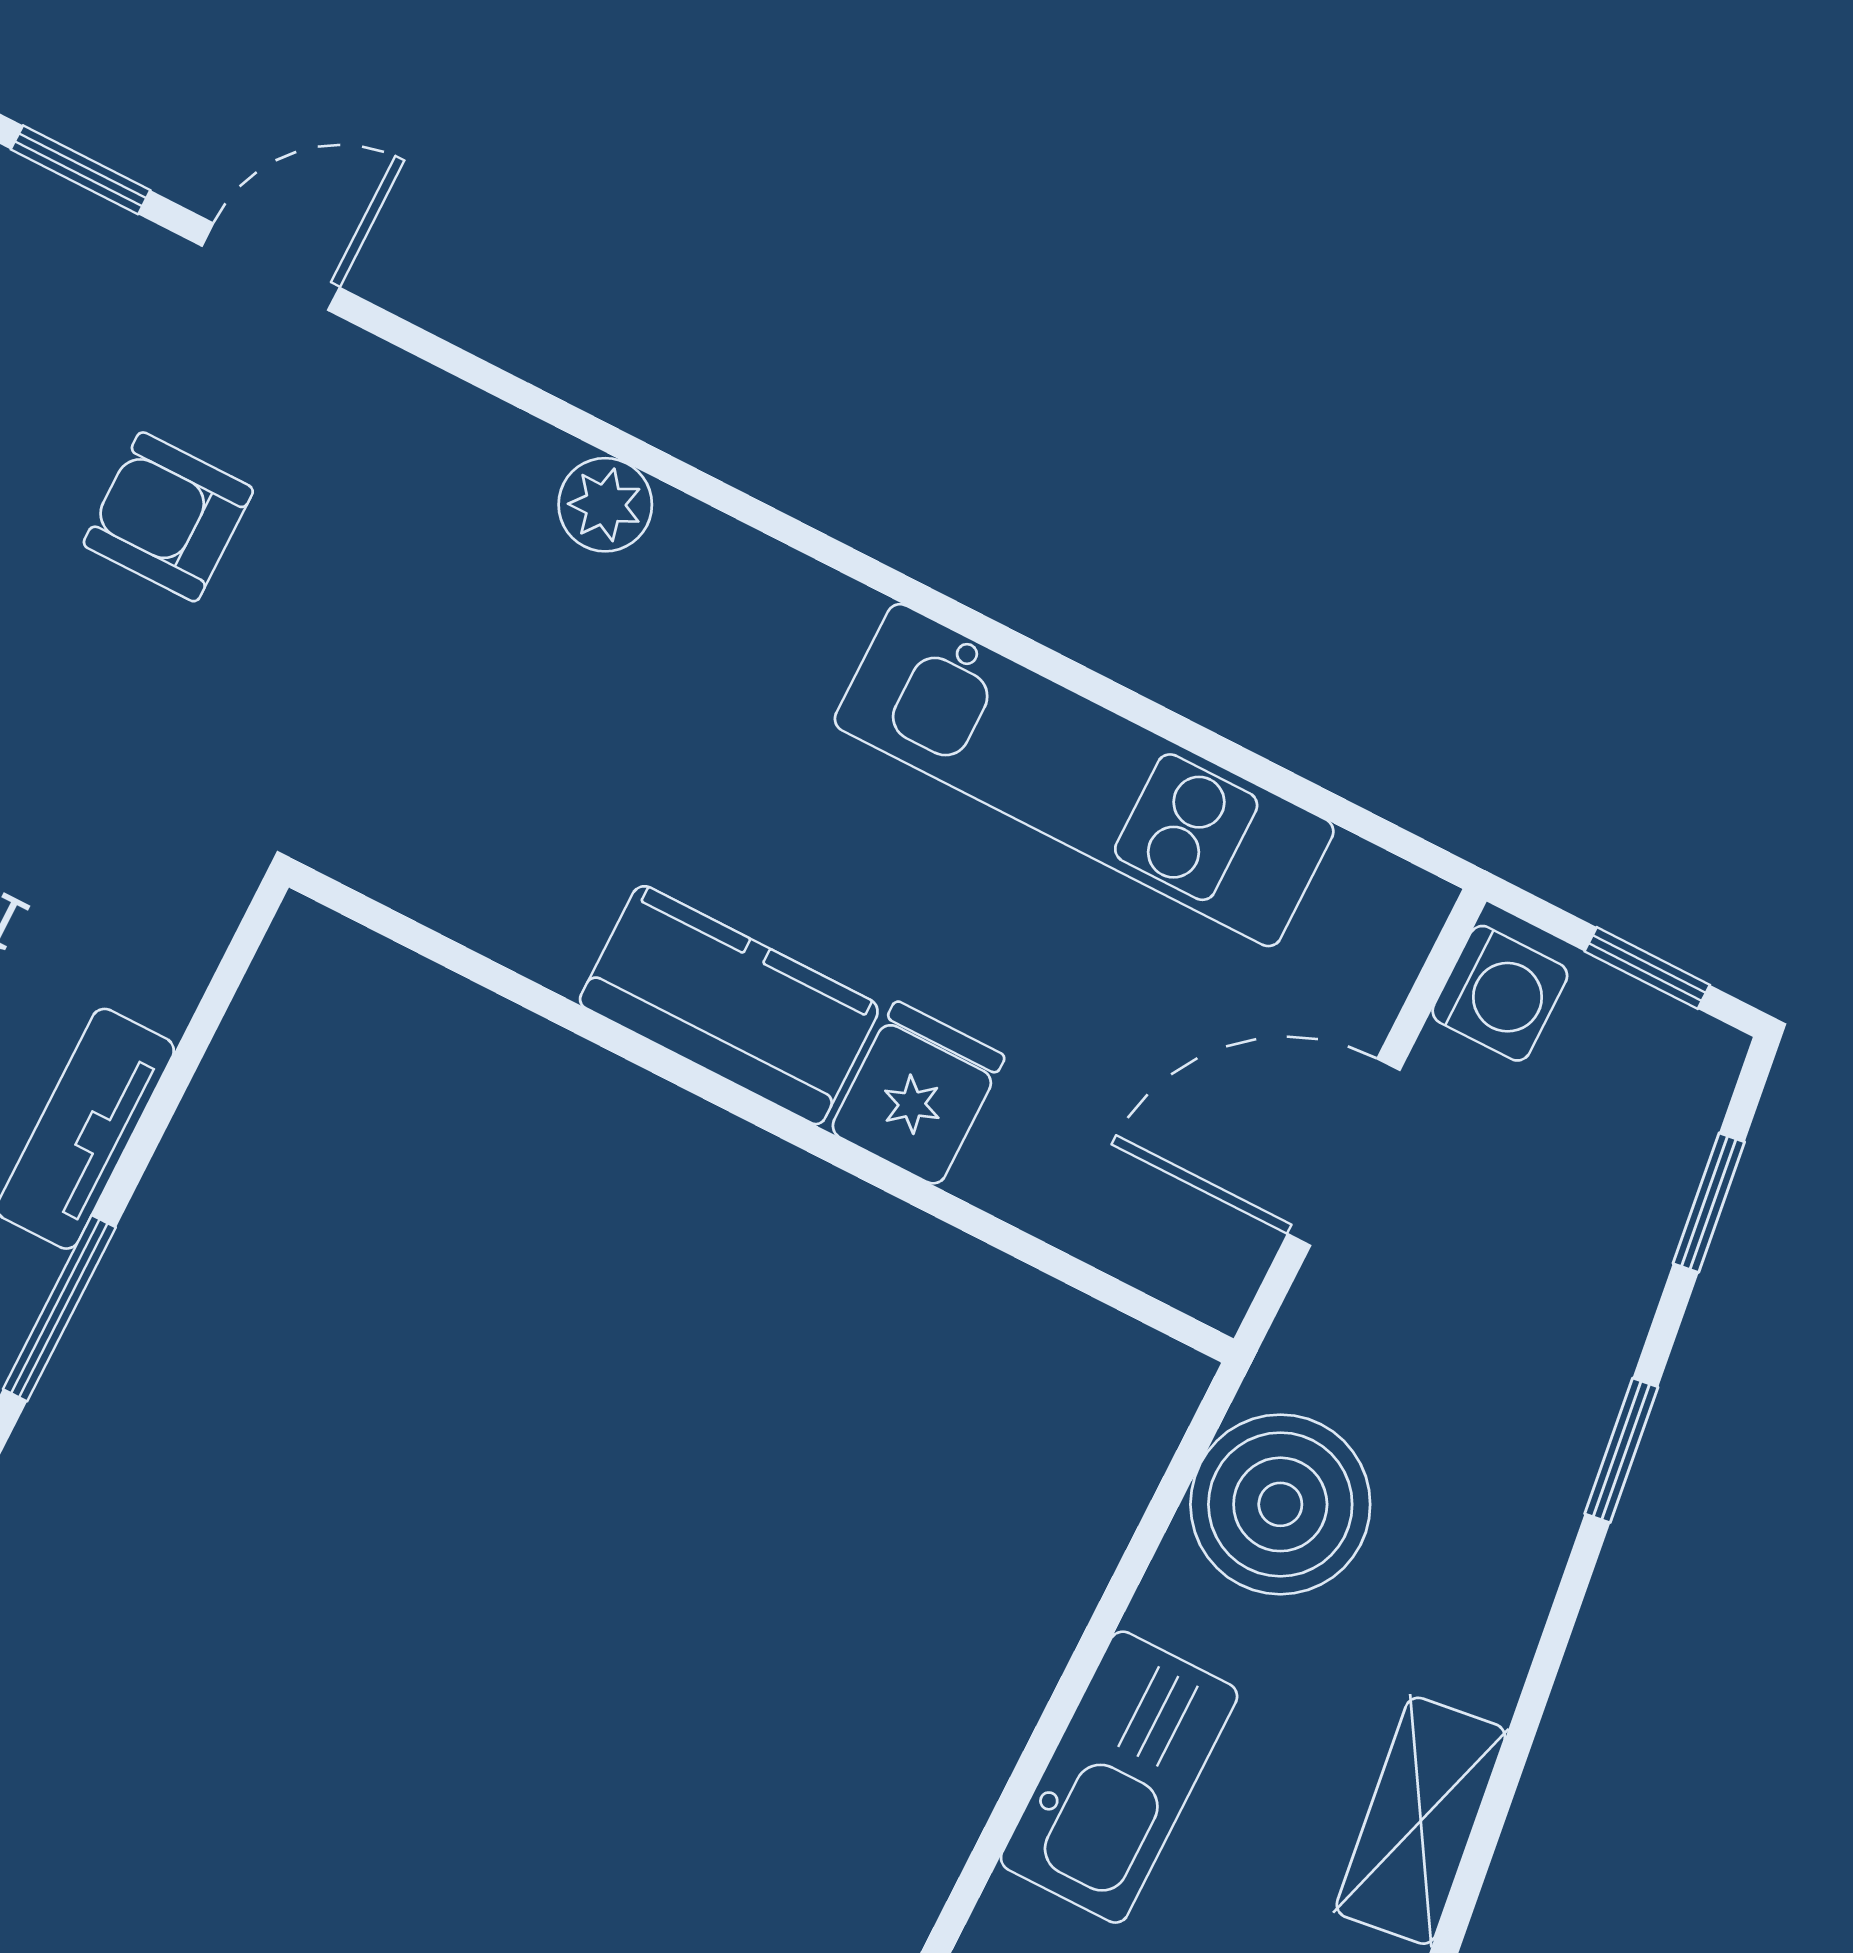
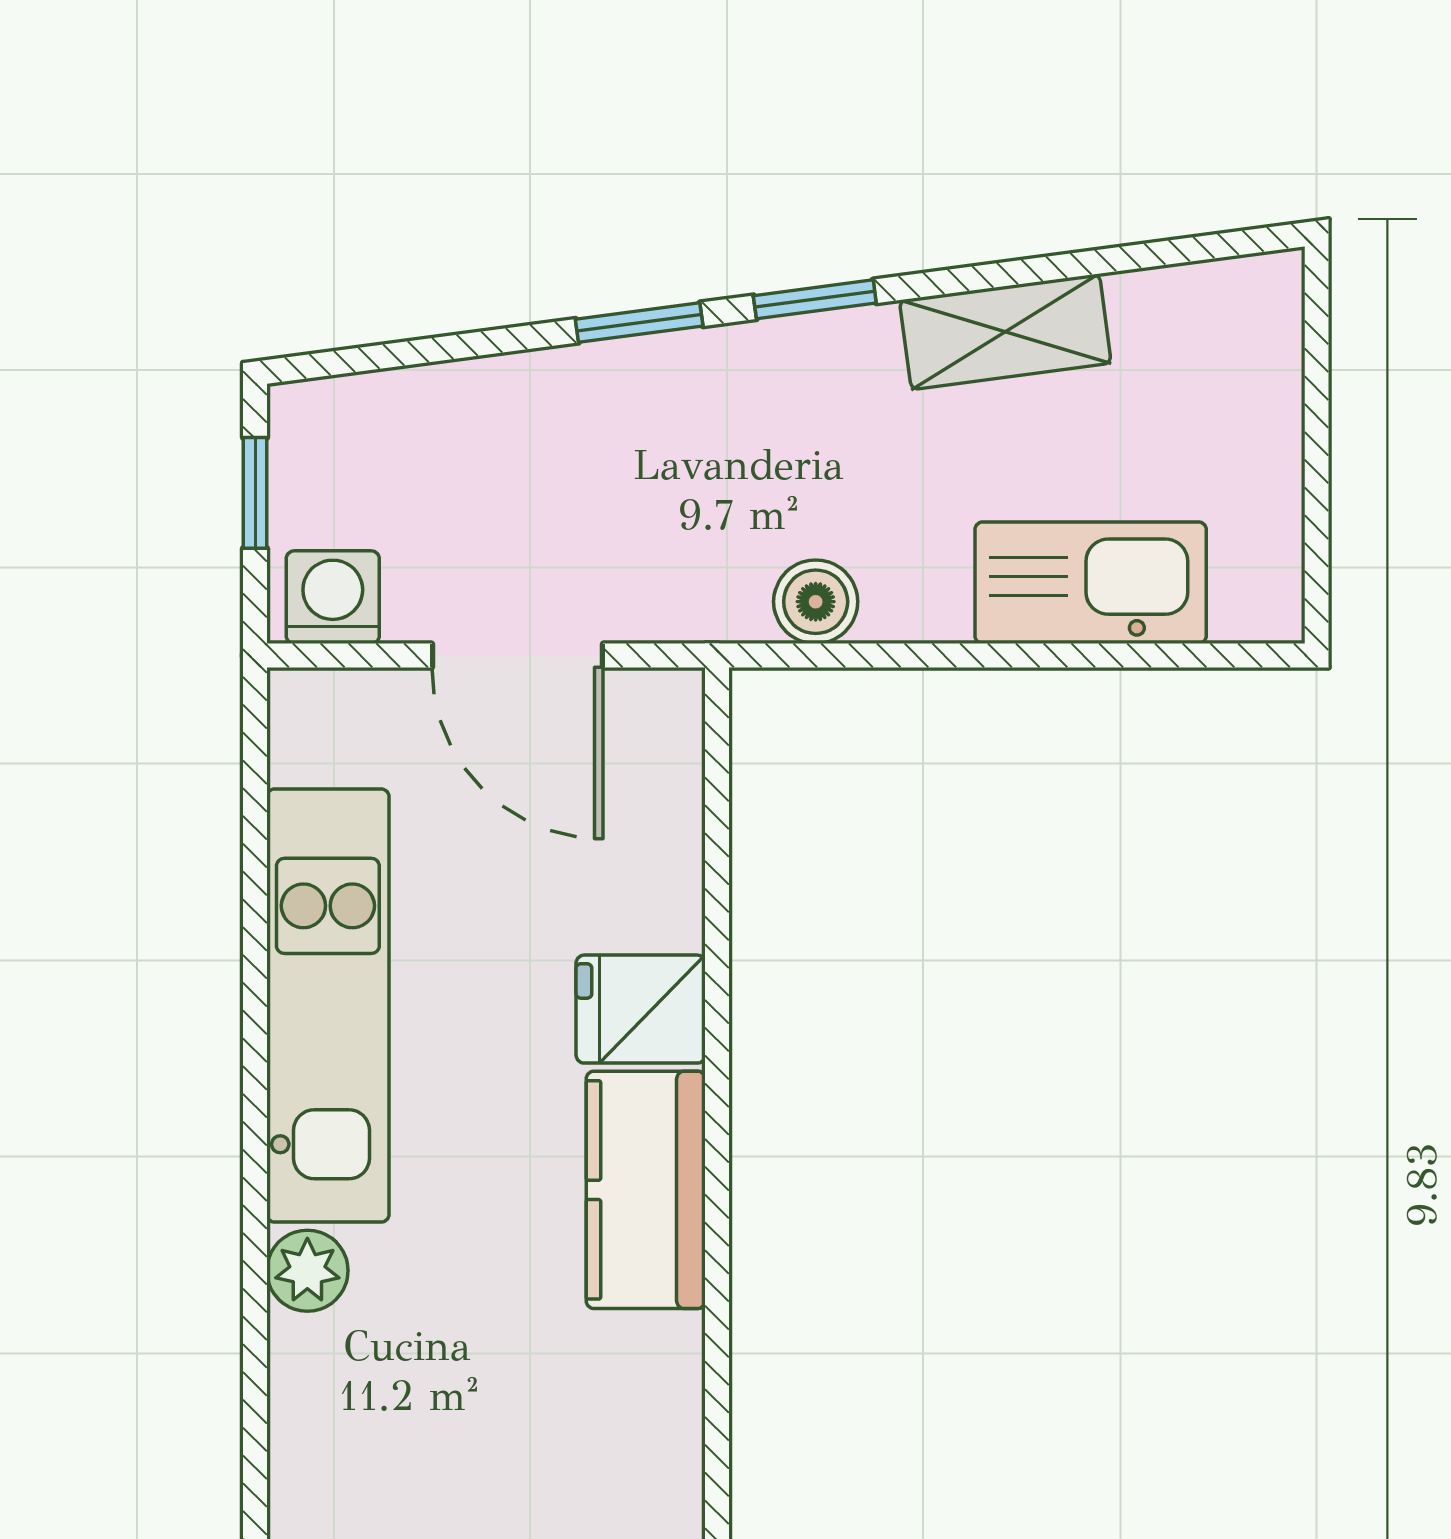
plant: (605, 505) -> (307, 1271), moved
window: (1709, 1203) -> (815, 299), moved
boiler: (1280, 1504) -> (816, 602), width x0.54, depth x0.54

